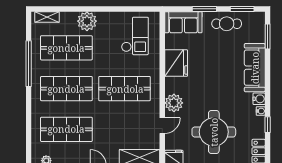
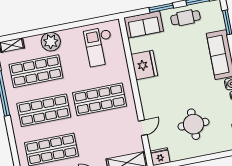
checkout: (135, 36) -> (100, 47), turned 180
plant: (174, 103) -> (150, 104), removed
round table: (214, 132) -> (194, 124), width x0.73, depth x0.73

